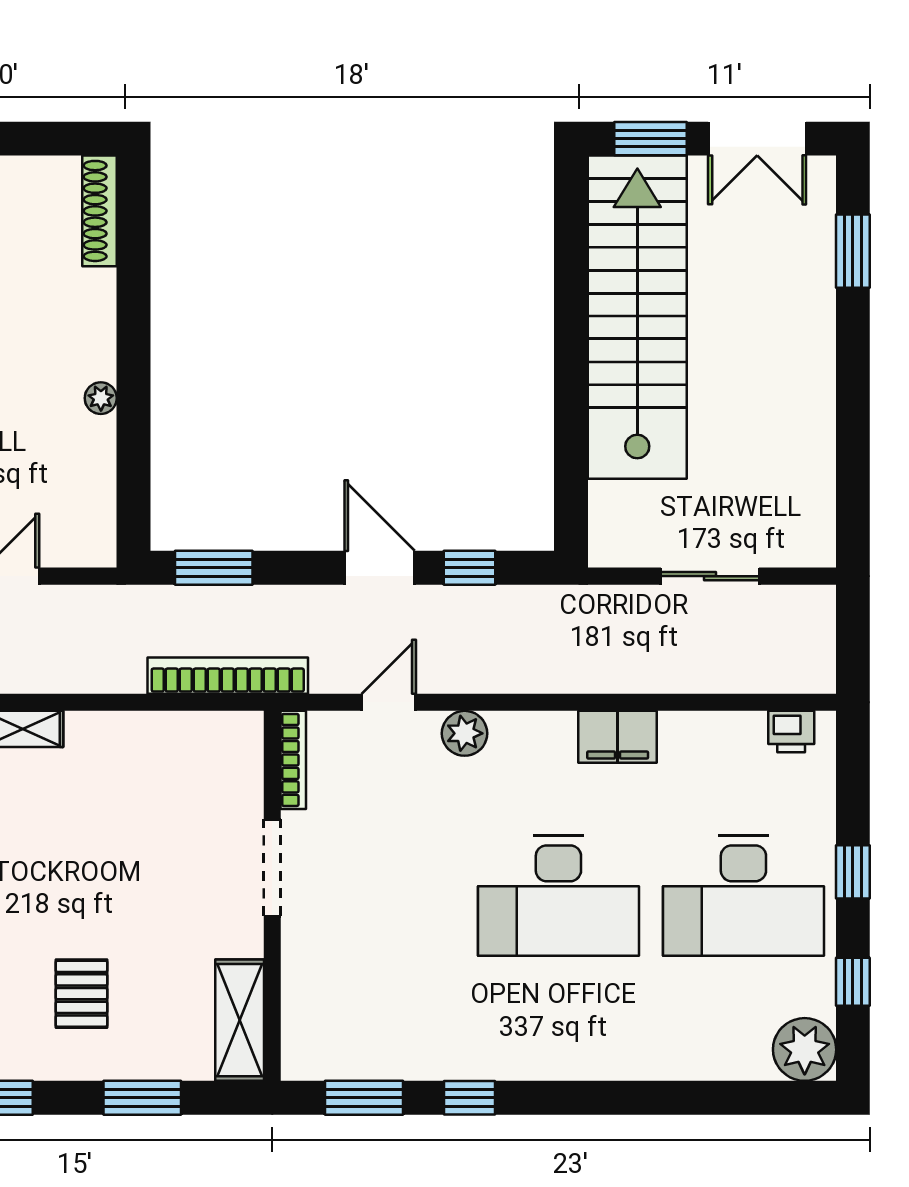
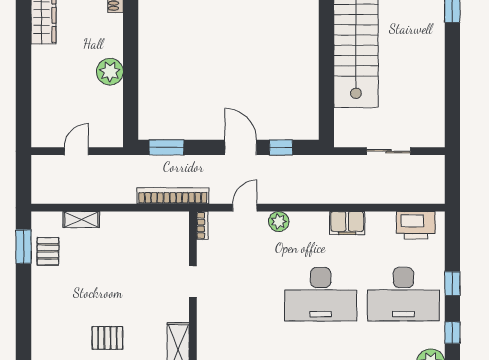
plant: (101, 398) -> (110, 72), width x1.88, depth x1.88
printer: (791, 732) -> (416, 225), width x1.87, depth x1.48
bookcase: (293, 760) -> (202, 225), width x0.64
doorway: (272, 868) -> (193, 282), width x0.73
pallet: (82, 994) -> (107, 338), turned 90

